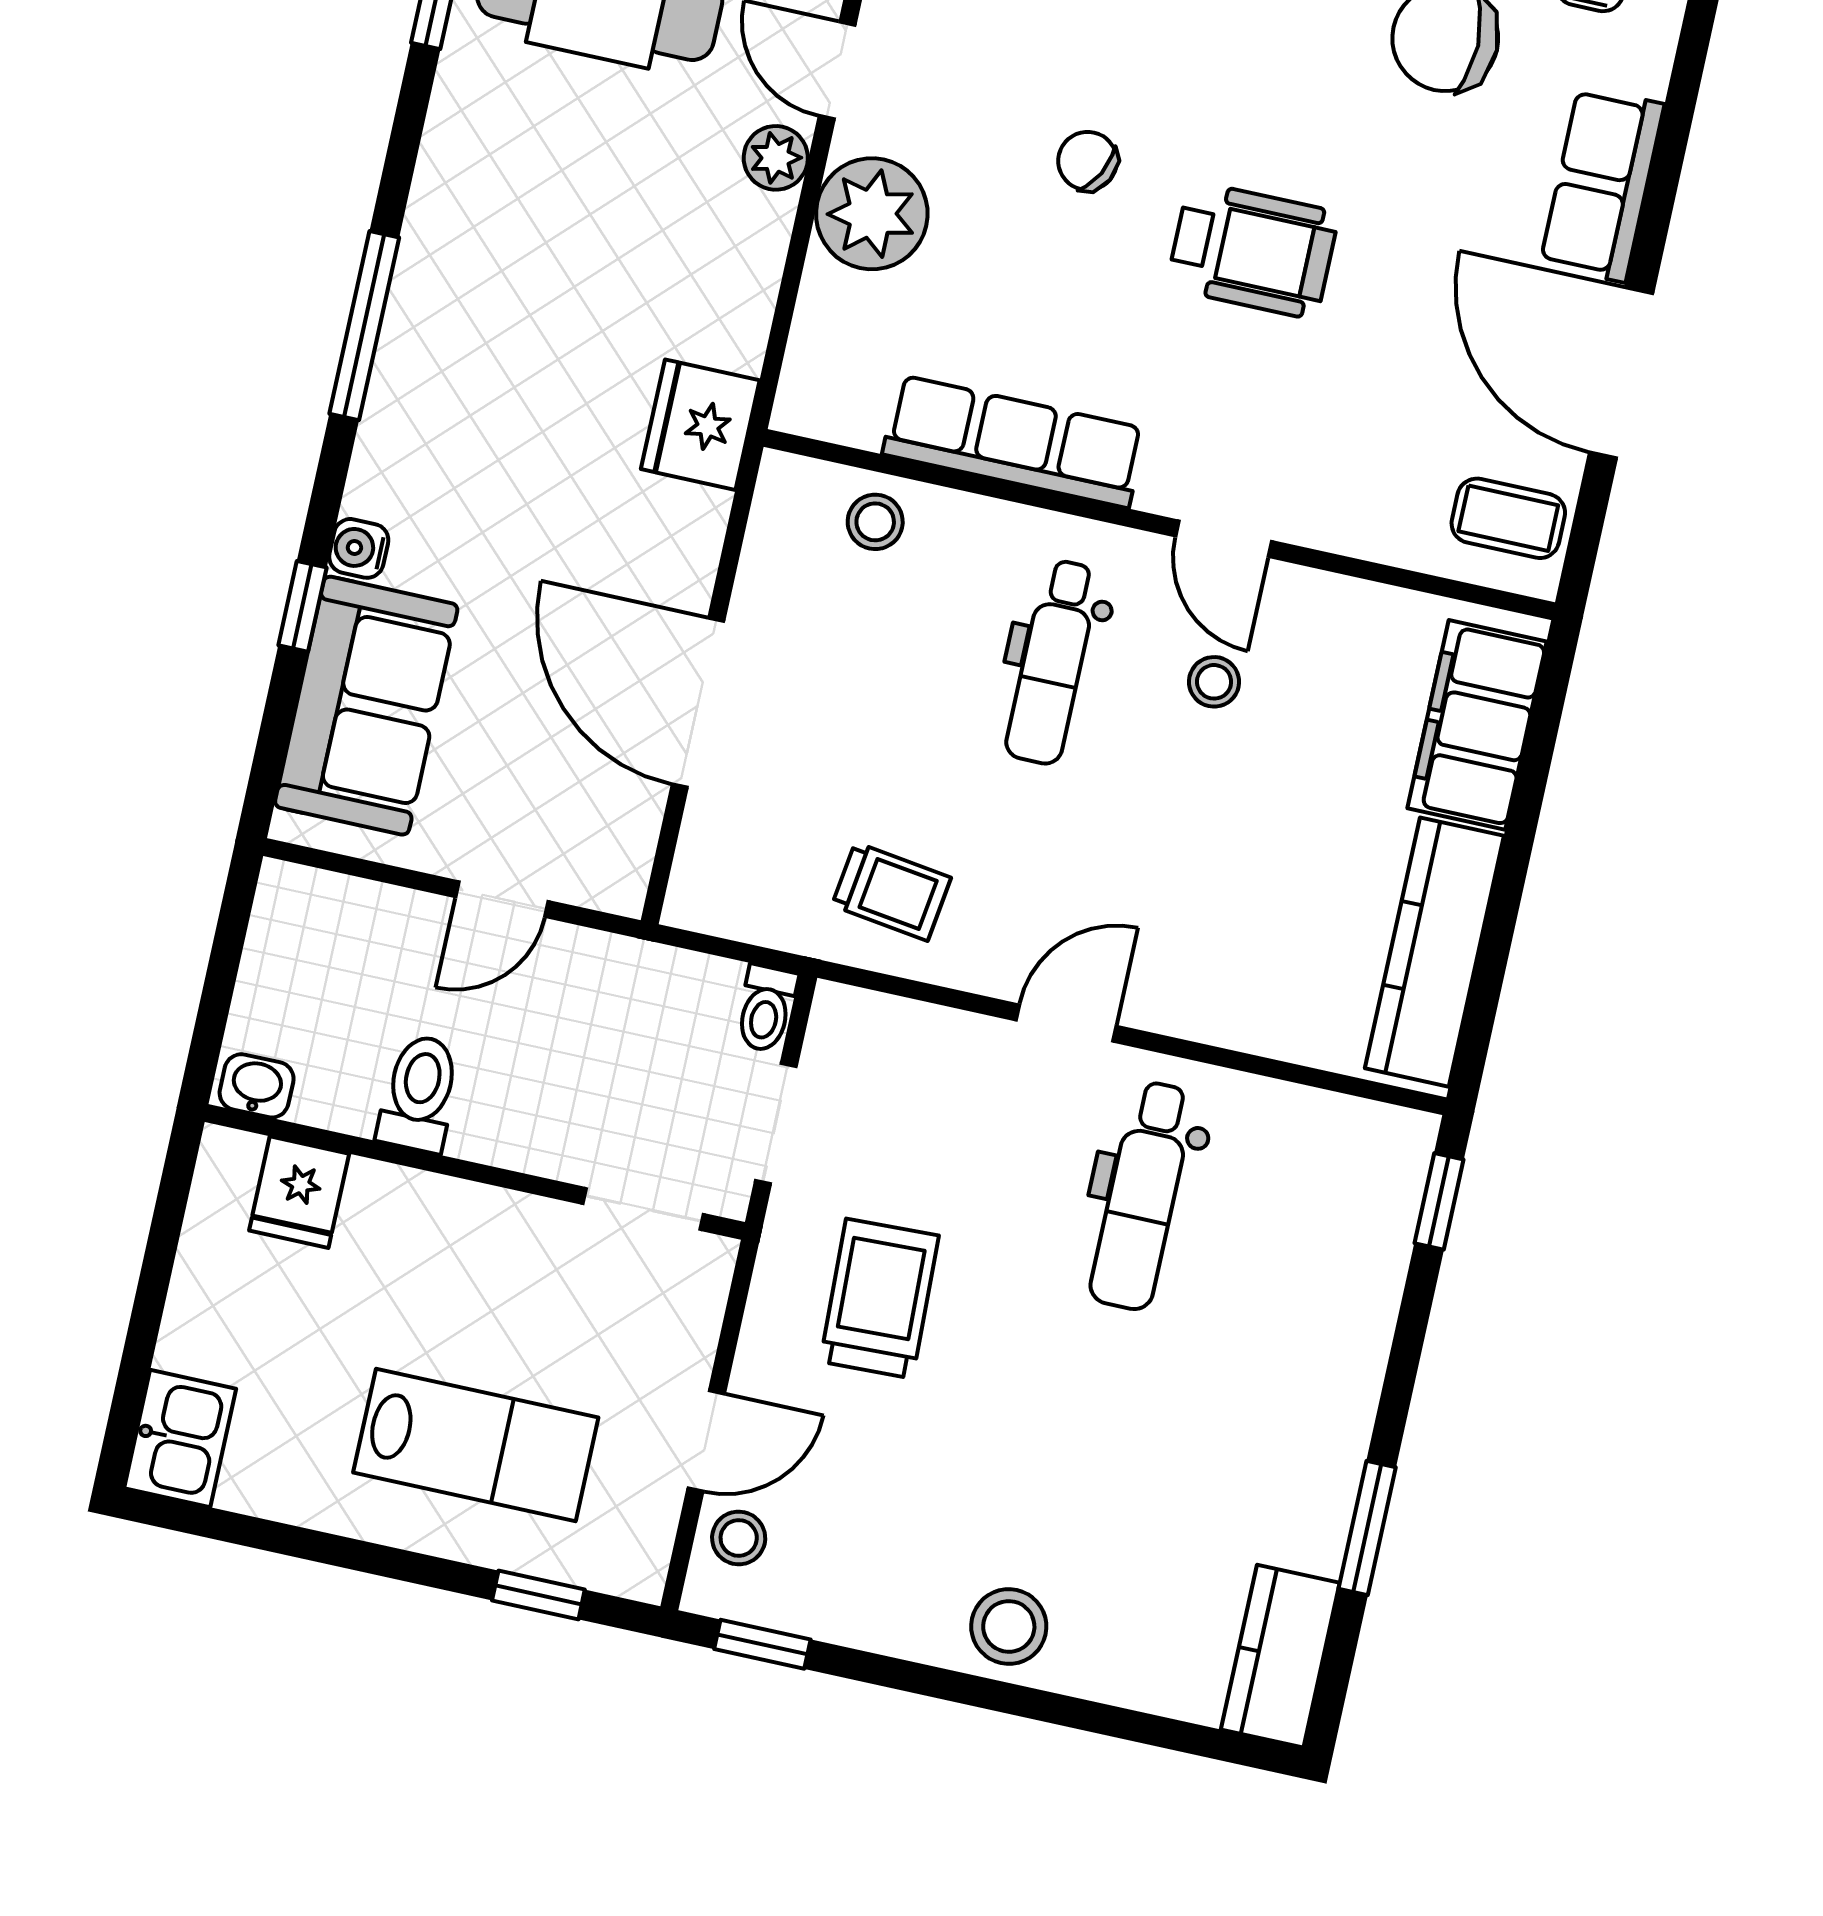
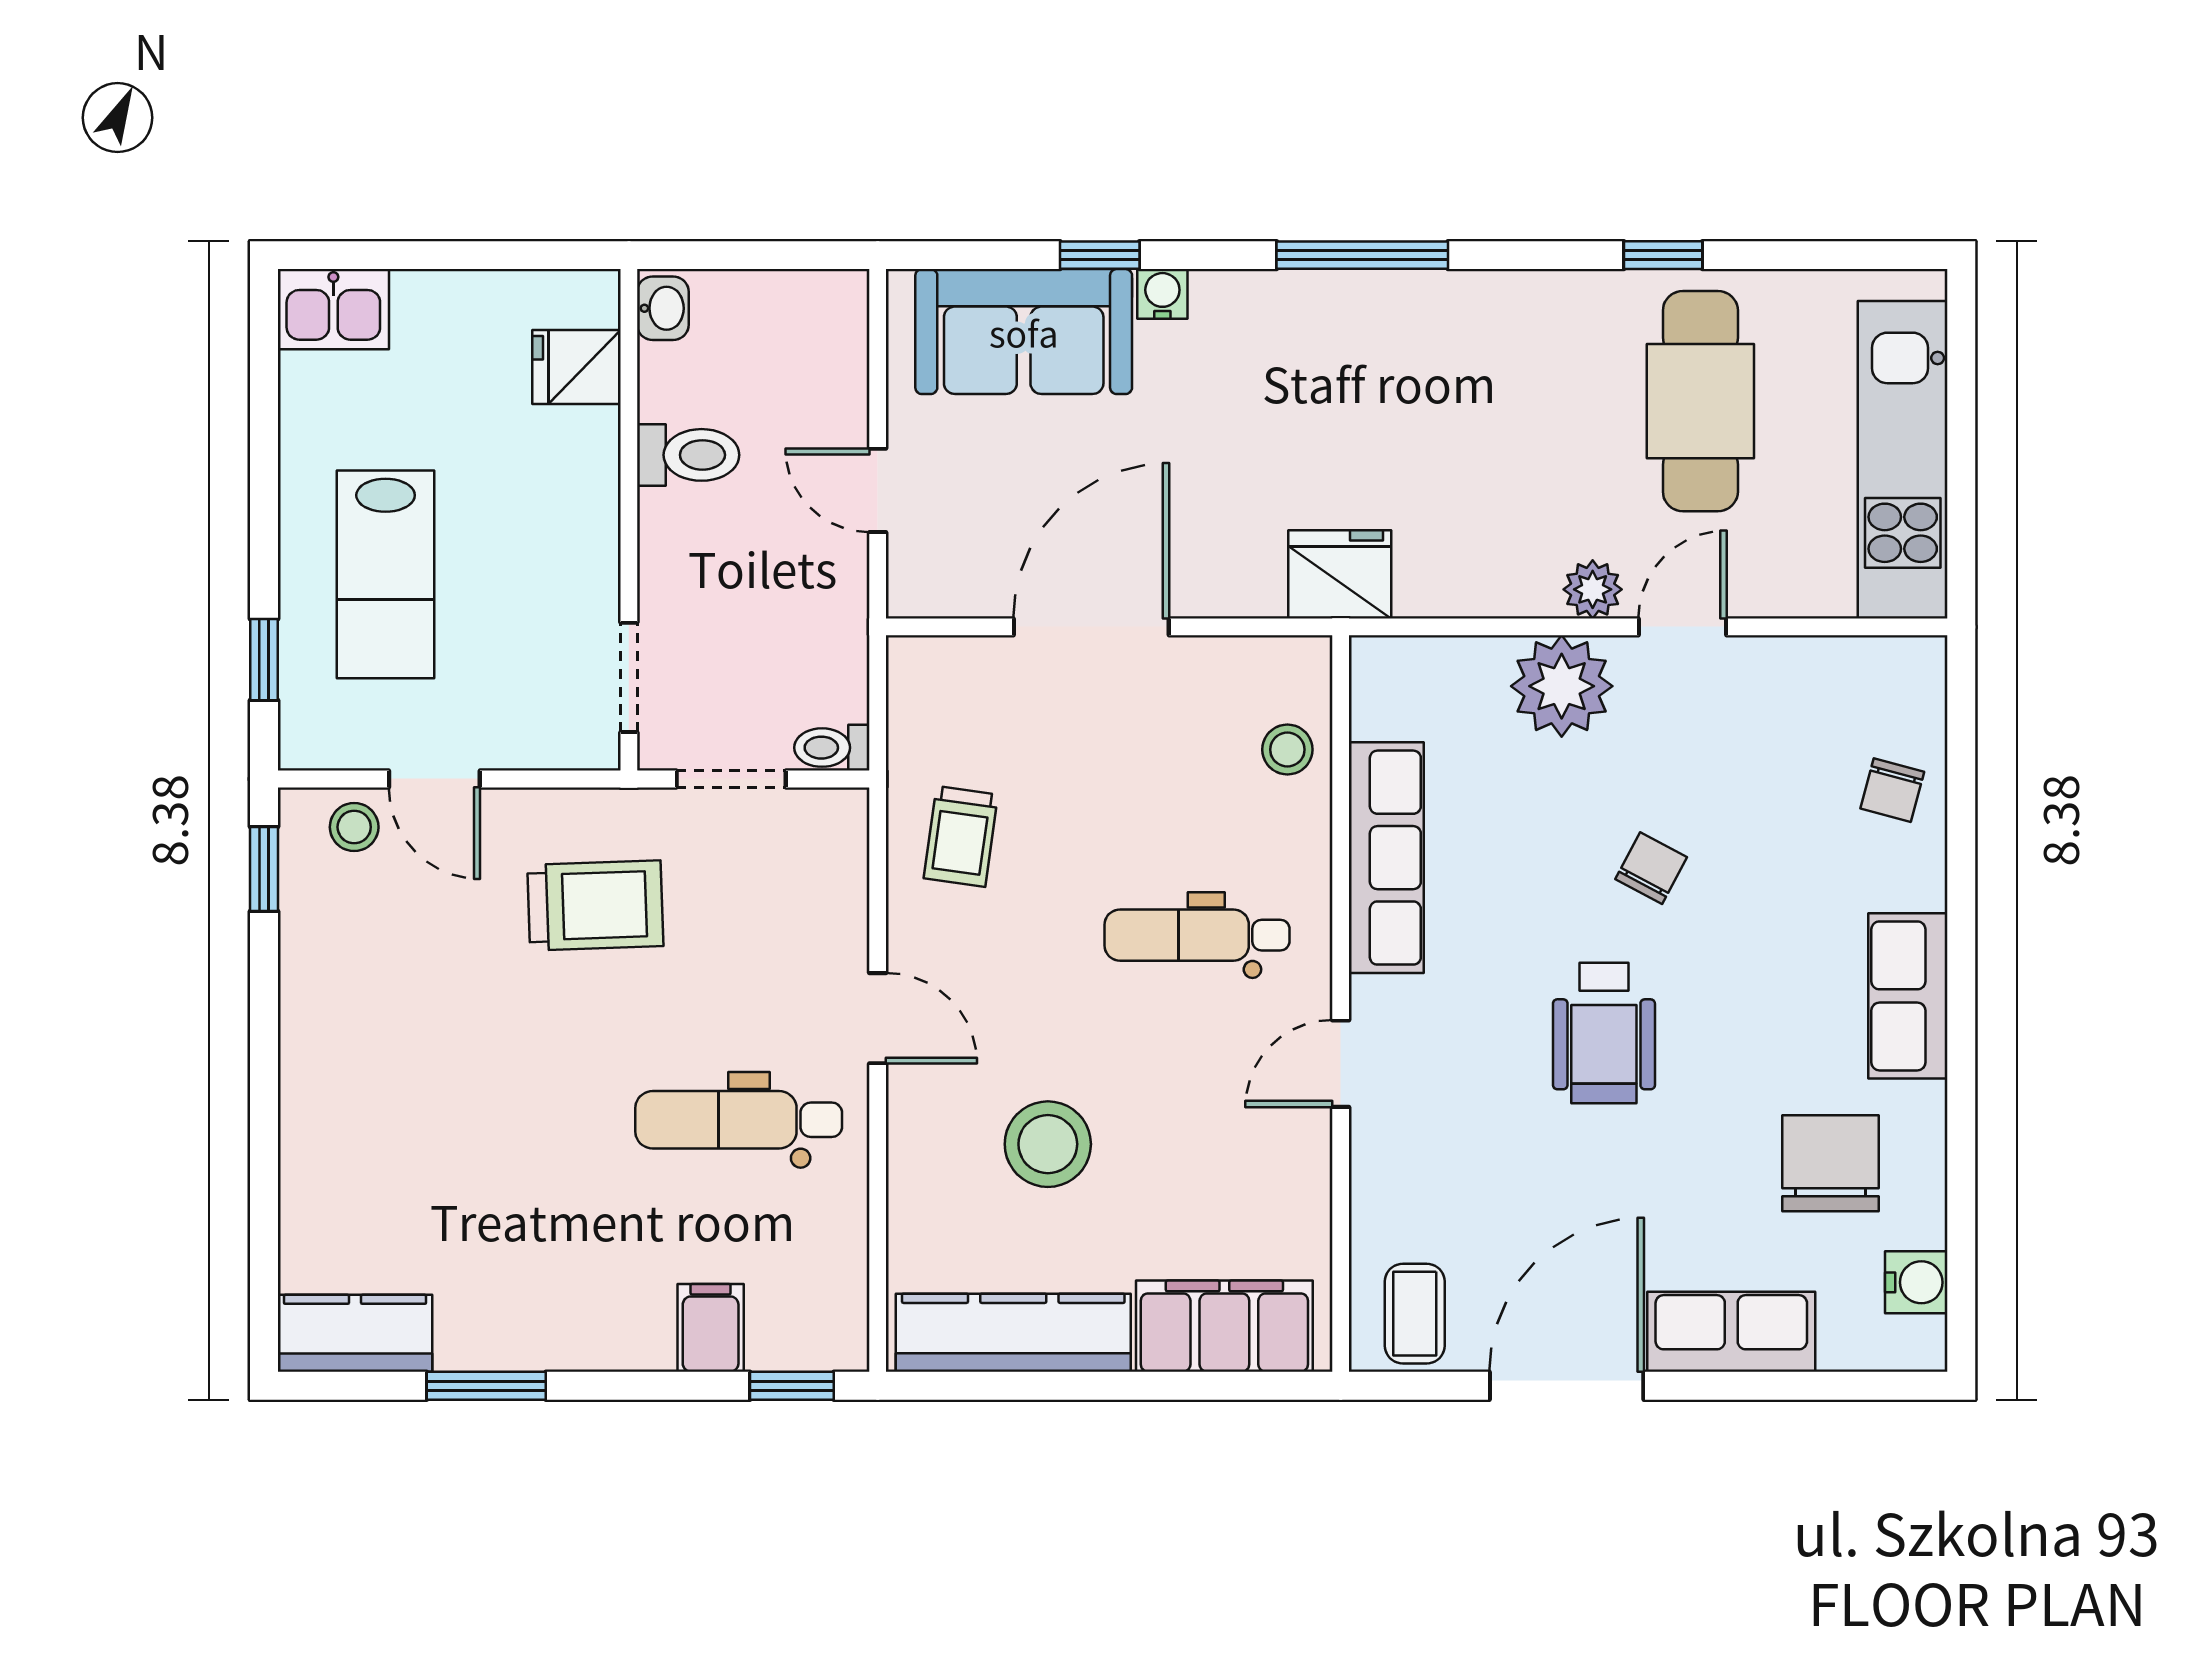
stool: (1214, 682) -> (1048, 1144), moved, width x1.89, depth x1.89
filing cabinet: (1358, 1275) -> (711, 1328), added
stool: (1009, 1626) -> (328, 1085), removed

